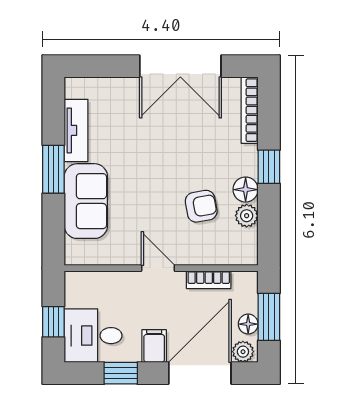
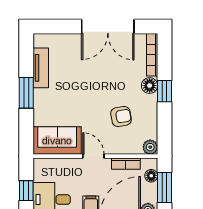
floor lamp: (246, 190) -> (150, 86), moved
sofa: (86, 201) -> (57, 141), moved, turned -90
plant: (247, 216) -> (150, 147), moved
floor lamp: (248, 324) -> (151, 176), moved

